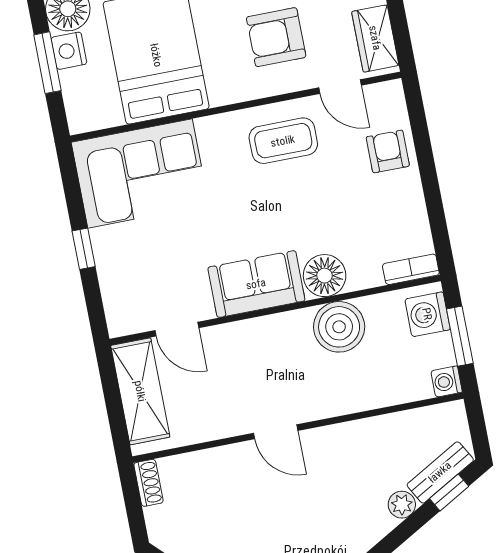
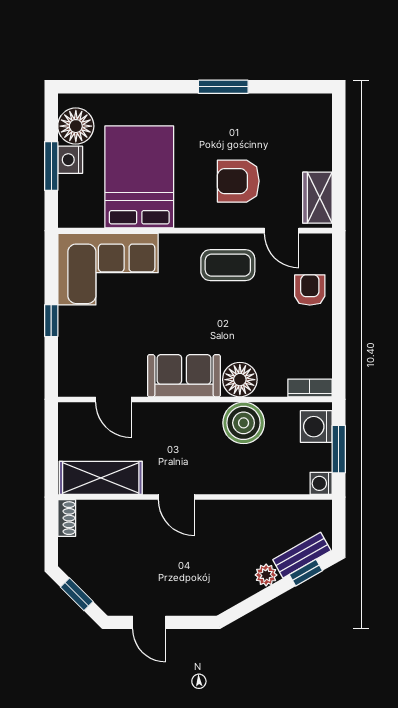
shelving: (140, 391) -> (101, 478), moved, turned 90

